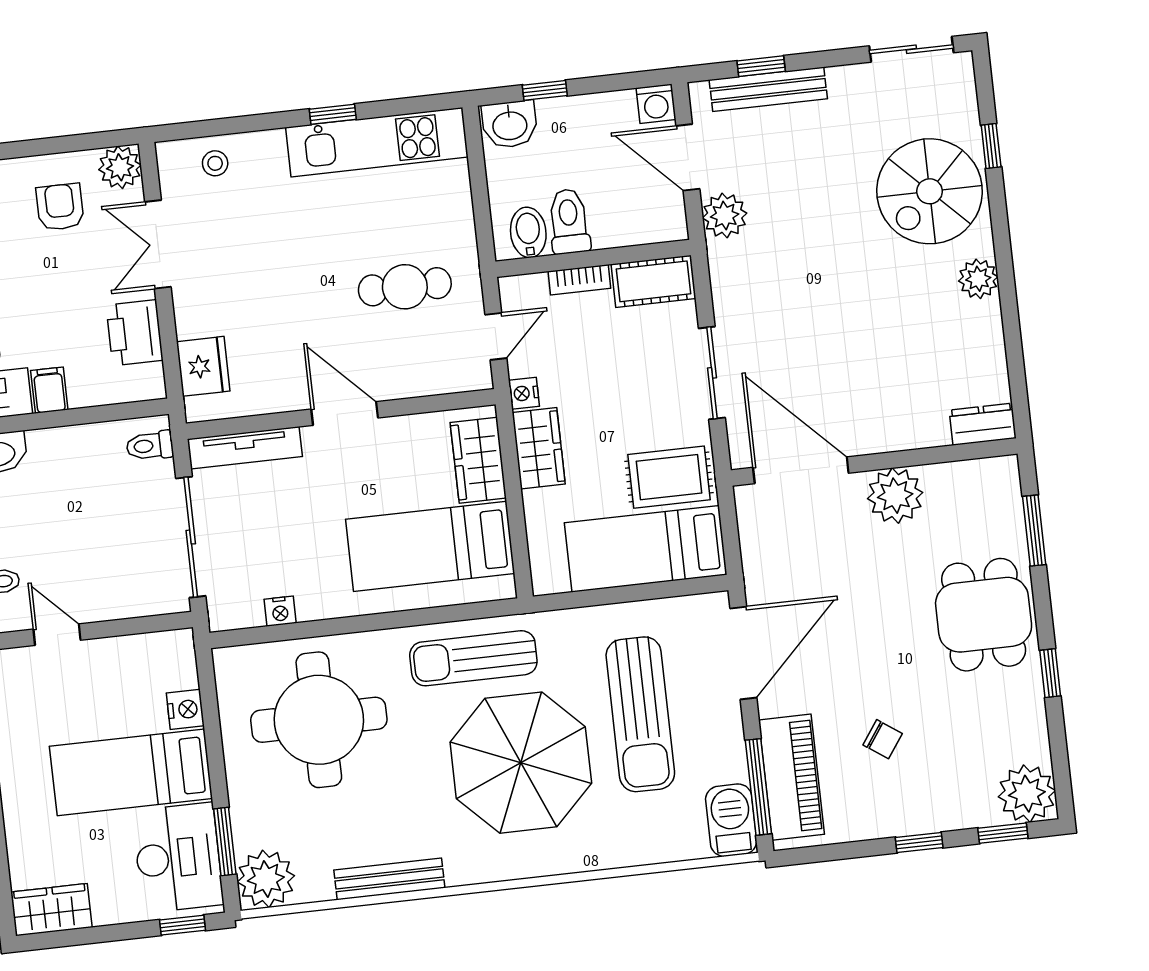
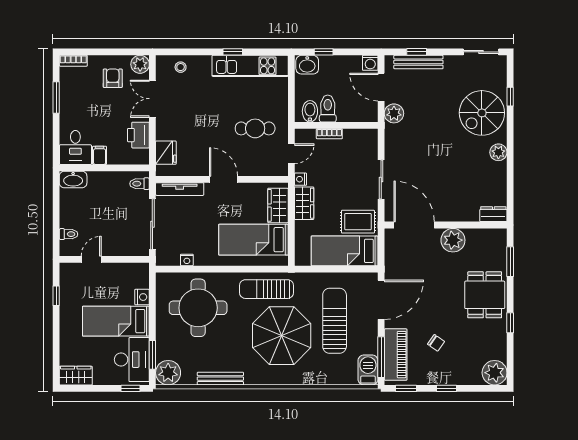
cot: (653, 281) -> (361, 138), removed
door: (57, 635) -> (91, 259), hinge flipped
sun lounger: (640, 714) -> (335, 321), turned 180
window: (1003, 833) -> (406, 388), moved

